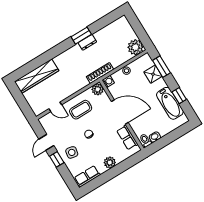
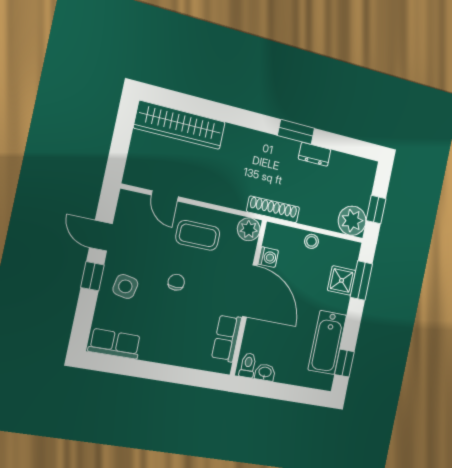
window: (141, 34) -> (376, 210), added
dresser: (87, 42) -> (315, 154), moved
washing machine: (108, 81) -> (268, 257), moved
window: (179, 96) -> (344, 363), moved
door: (46, 142) -> (101, 236), hinge flipped
plant: (110, 163) -> (168, 353), removed

